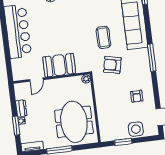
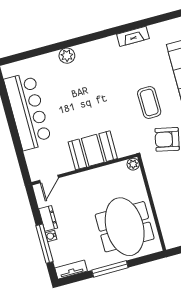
door: (36, 80) -> (49, 179), moved
window: (16, 126) -> (44, 244), width x1.44

